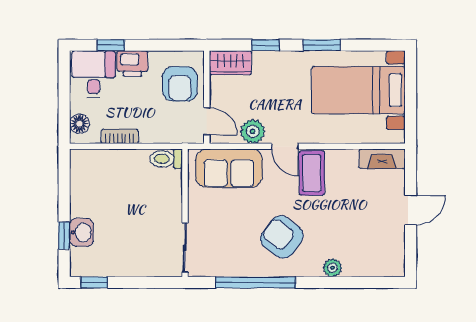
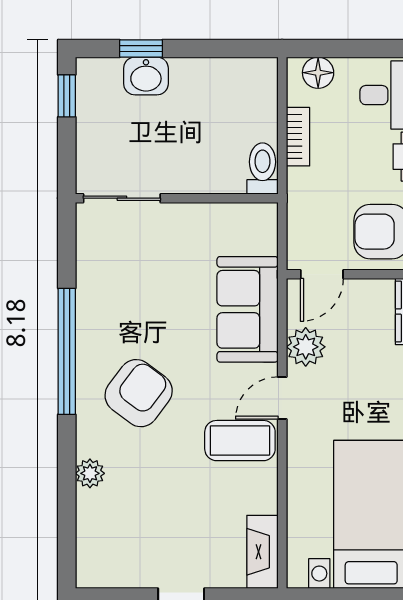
toilet: (166, 159) -> (262, 168), moved
wall: (185, 213) -> (177, 198), moved
sliding door: (185, 248) -> (122, 198), moved

